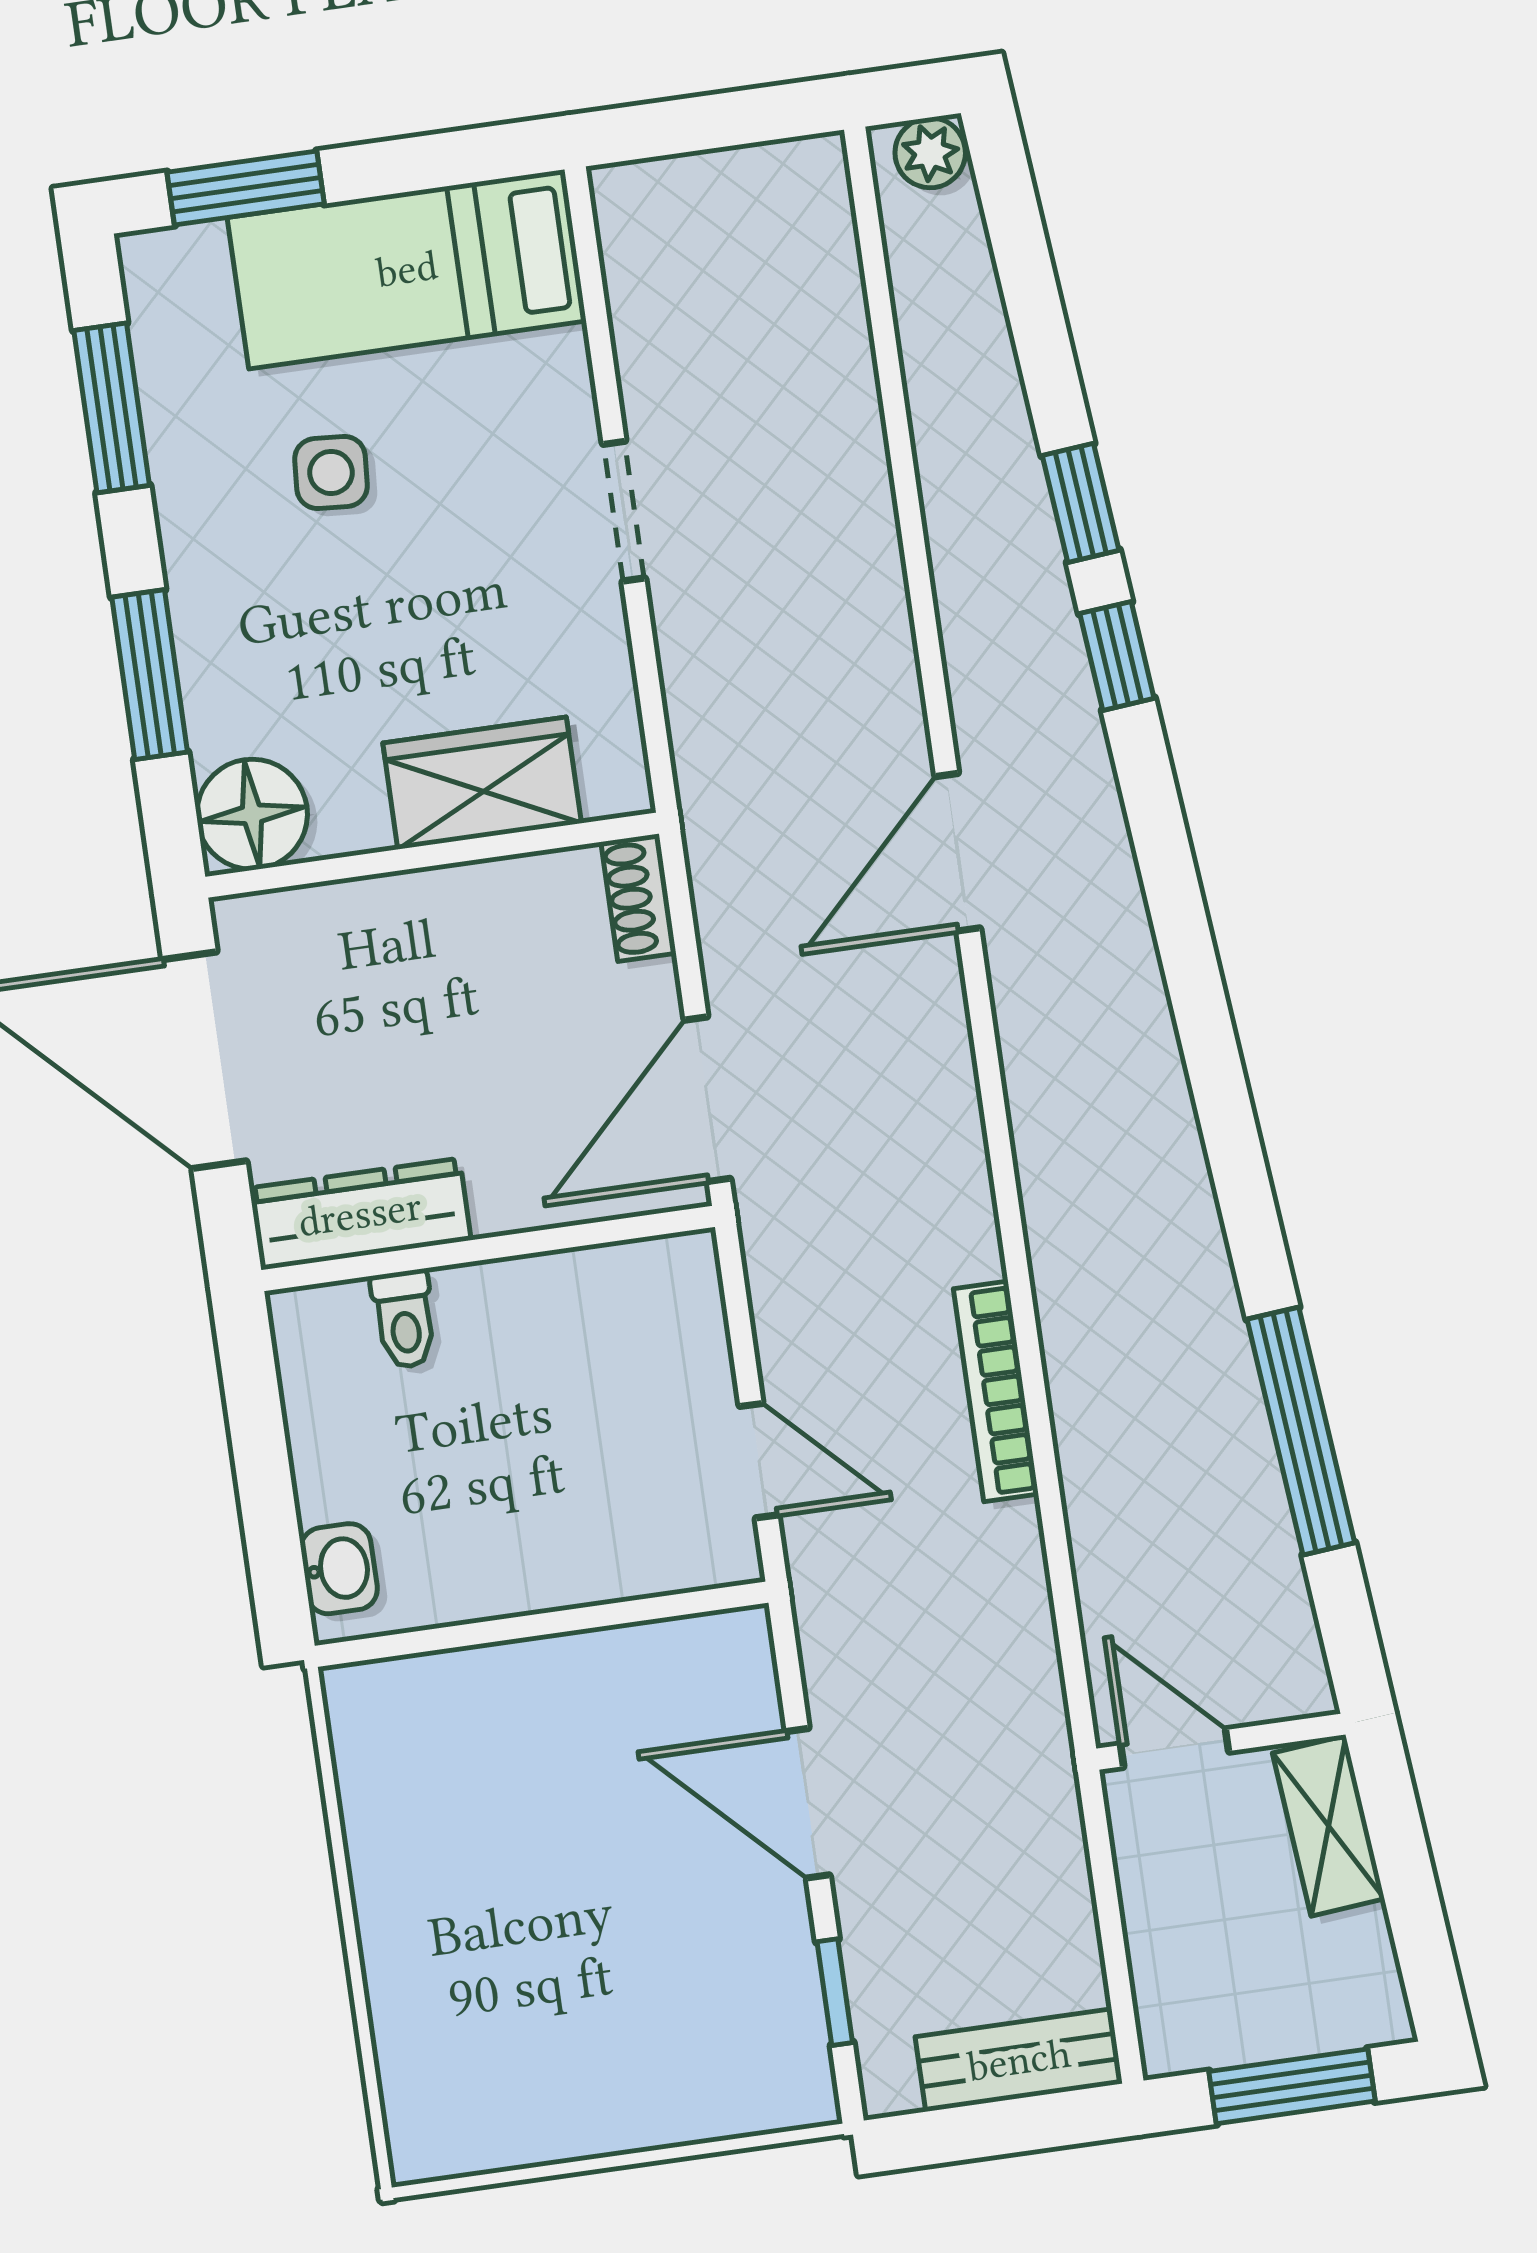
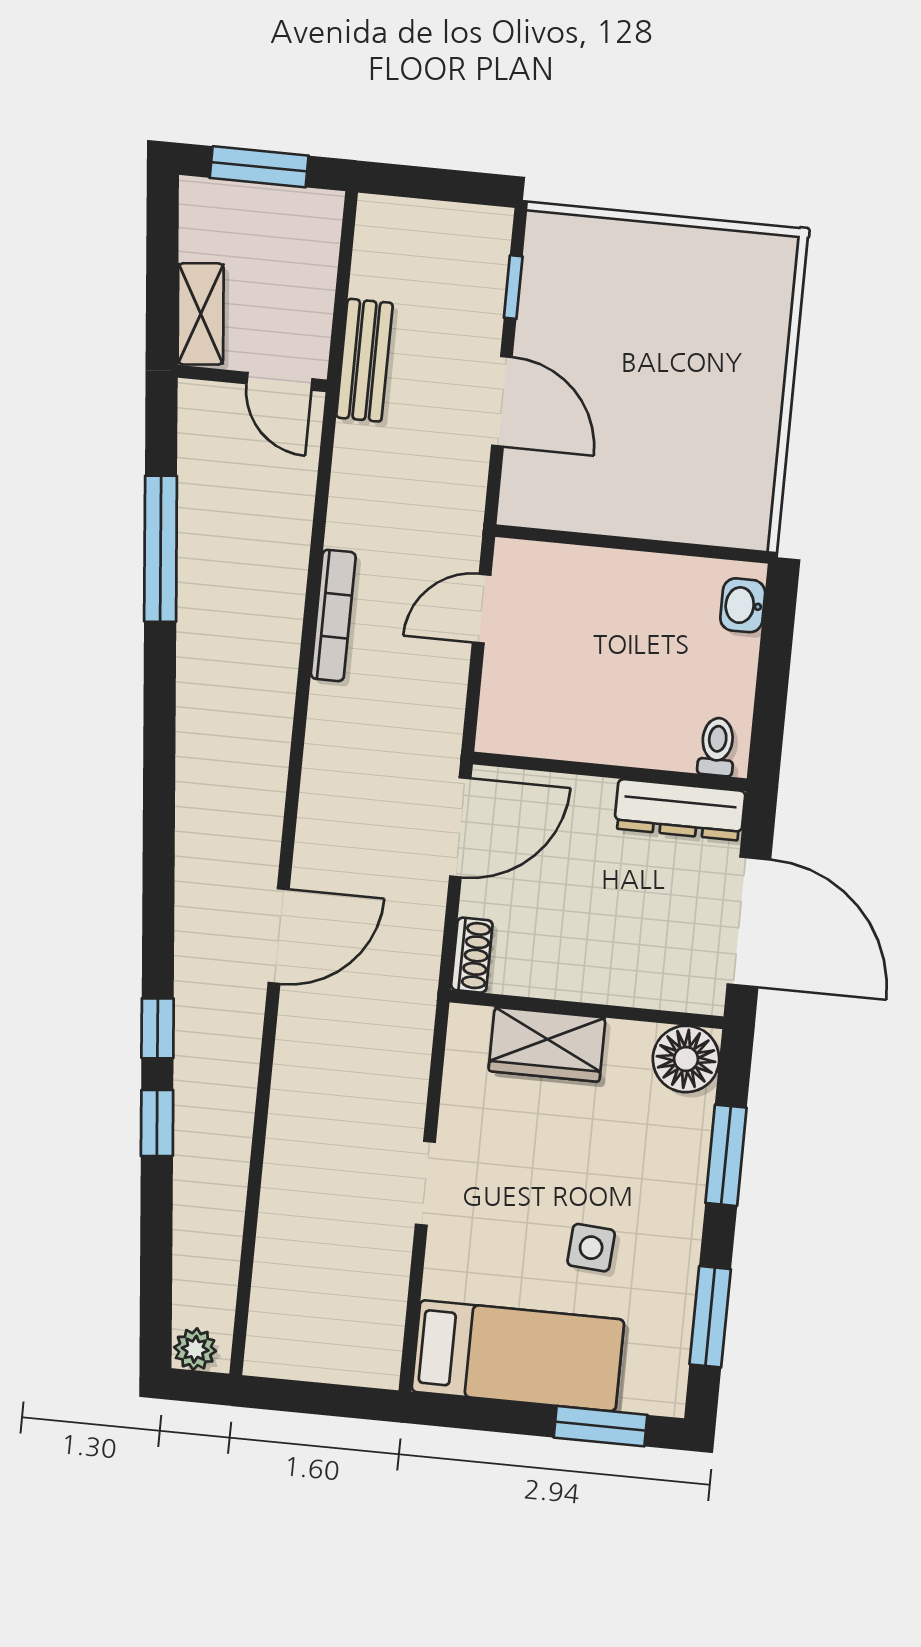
toilet: (404, 1319) -> (717, 747), moved
door: (759, 1461) -> (482, 609), hinge flipped
bench: (1019, 2060) -> (364, 360), moved, turned 90

